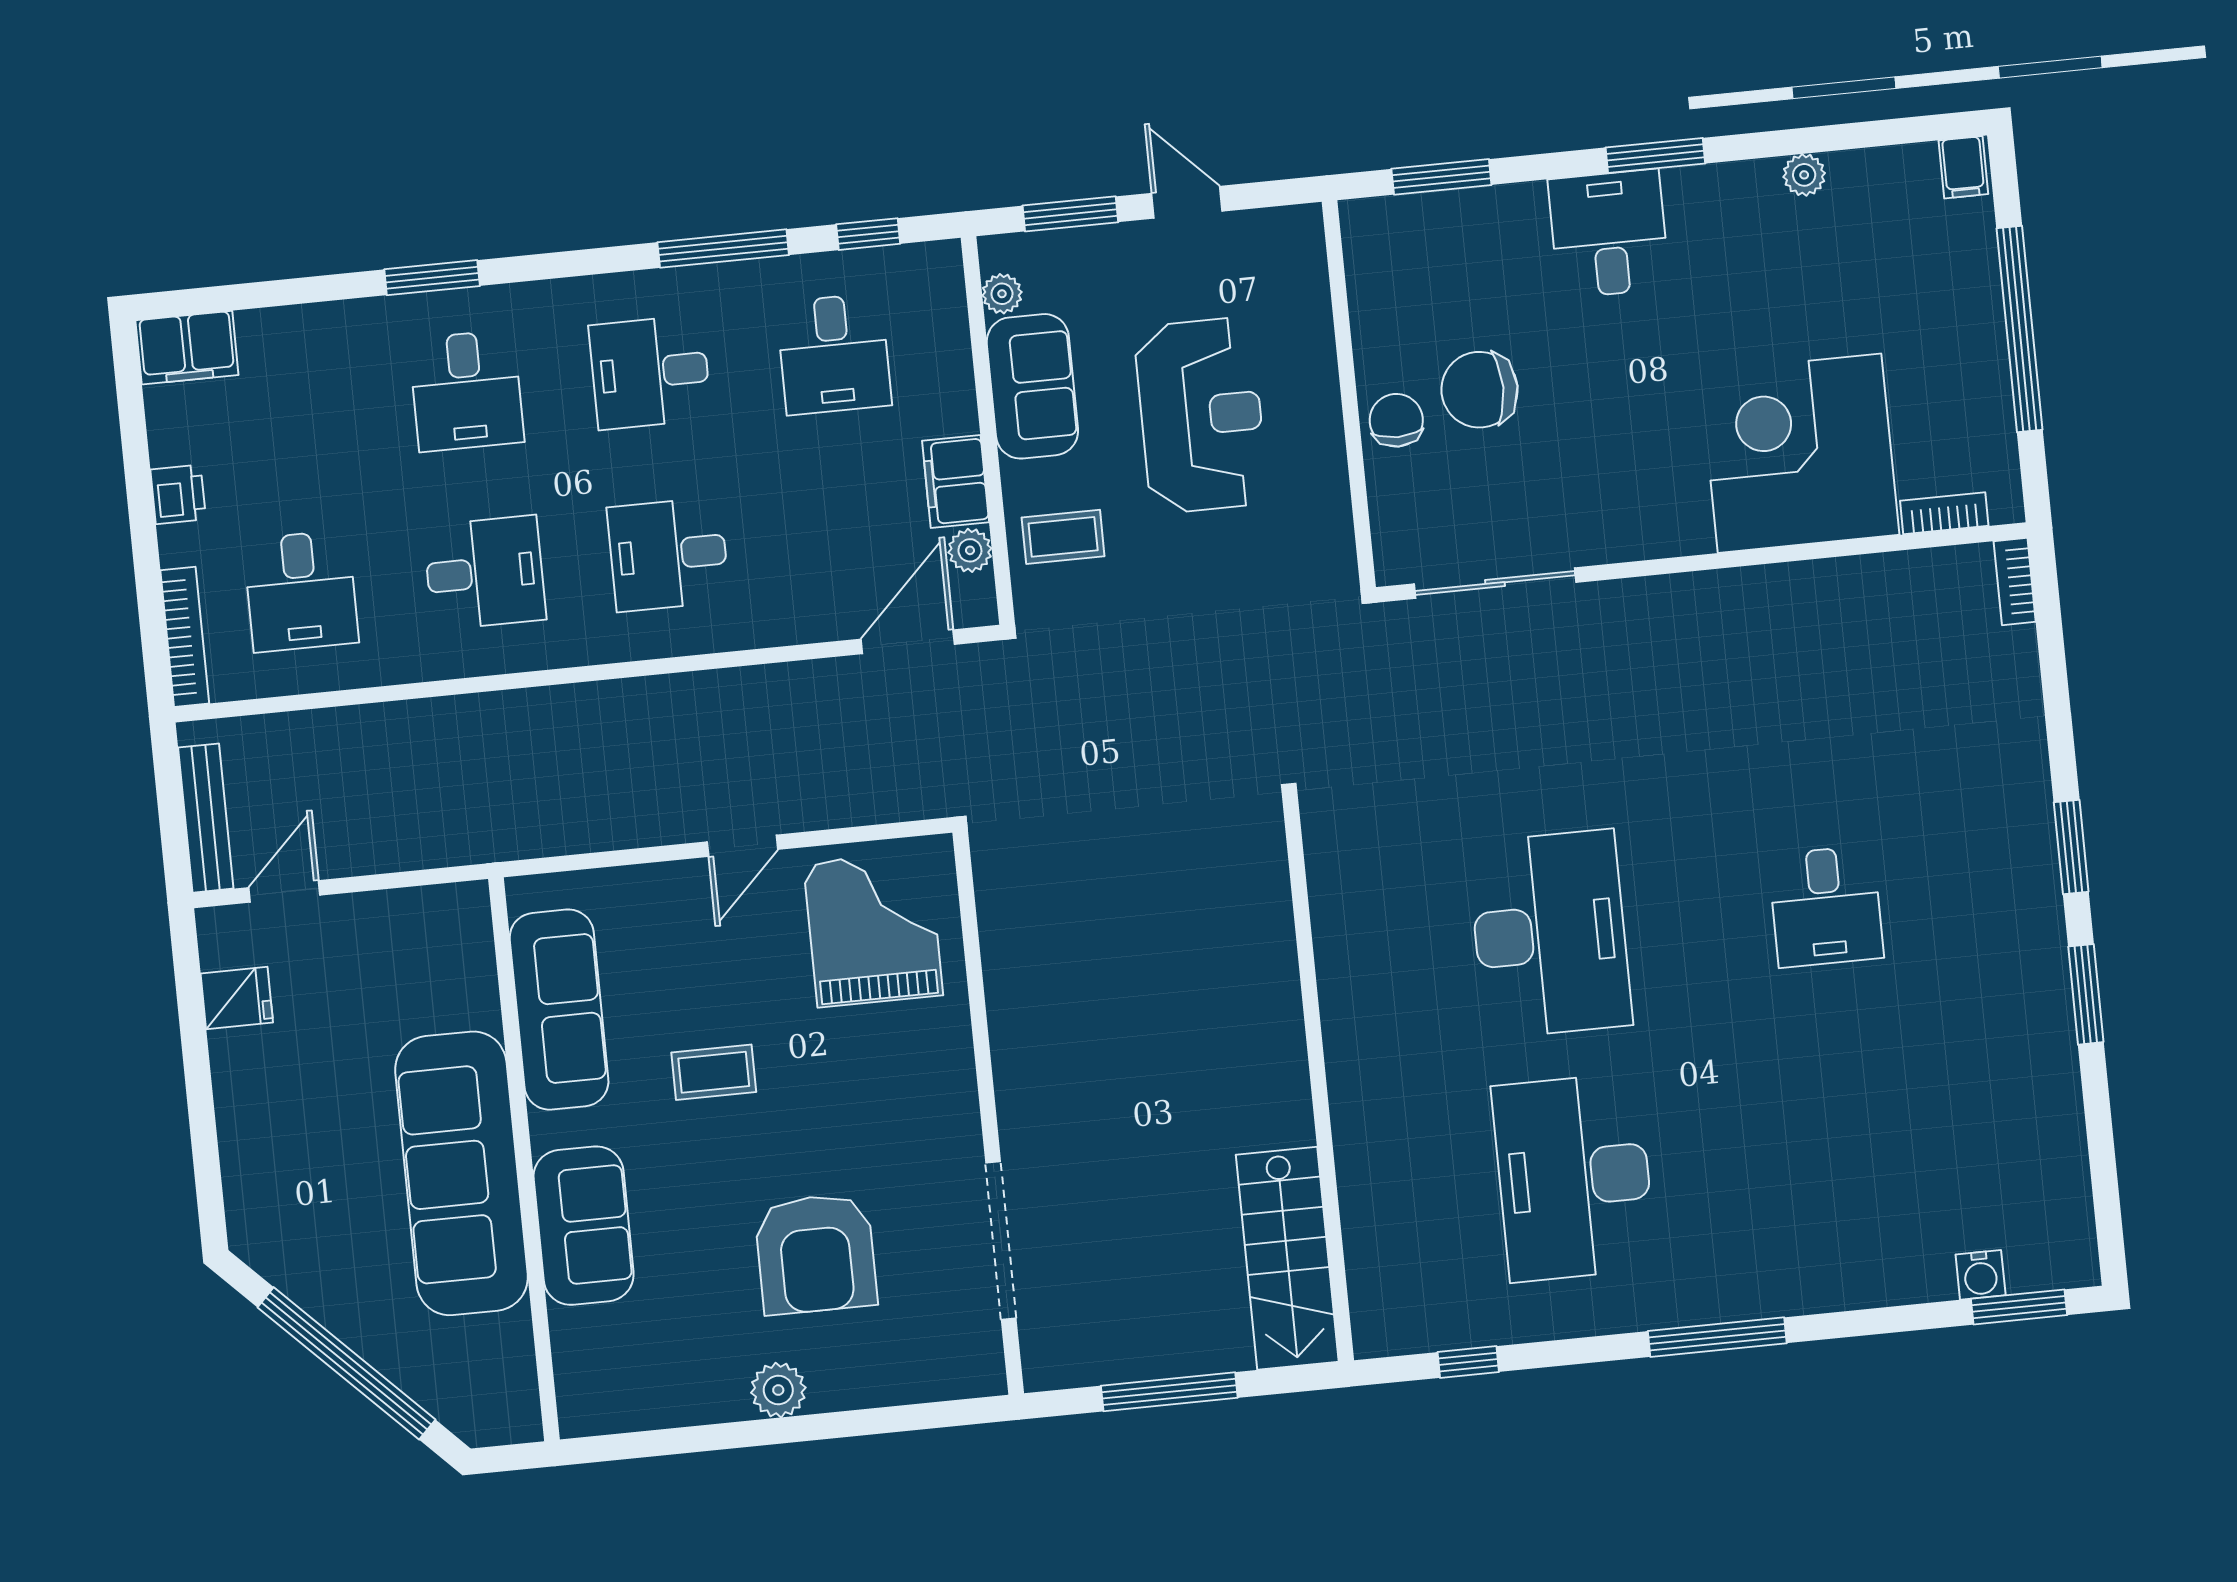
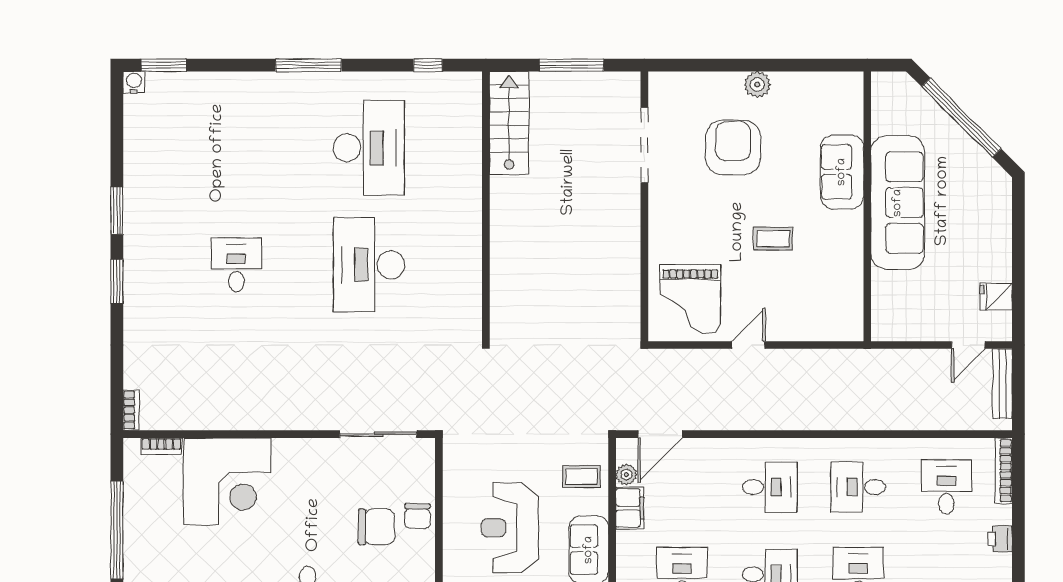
sofa: (559, 1010) -> (843, 276), removed
water cooler: (1981, 1275) -> (134, 82), moved

